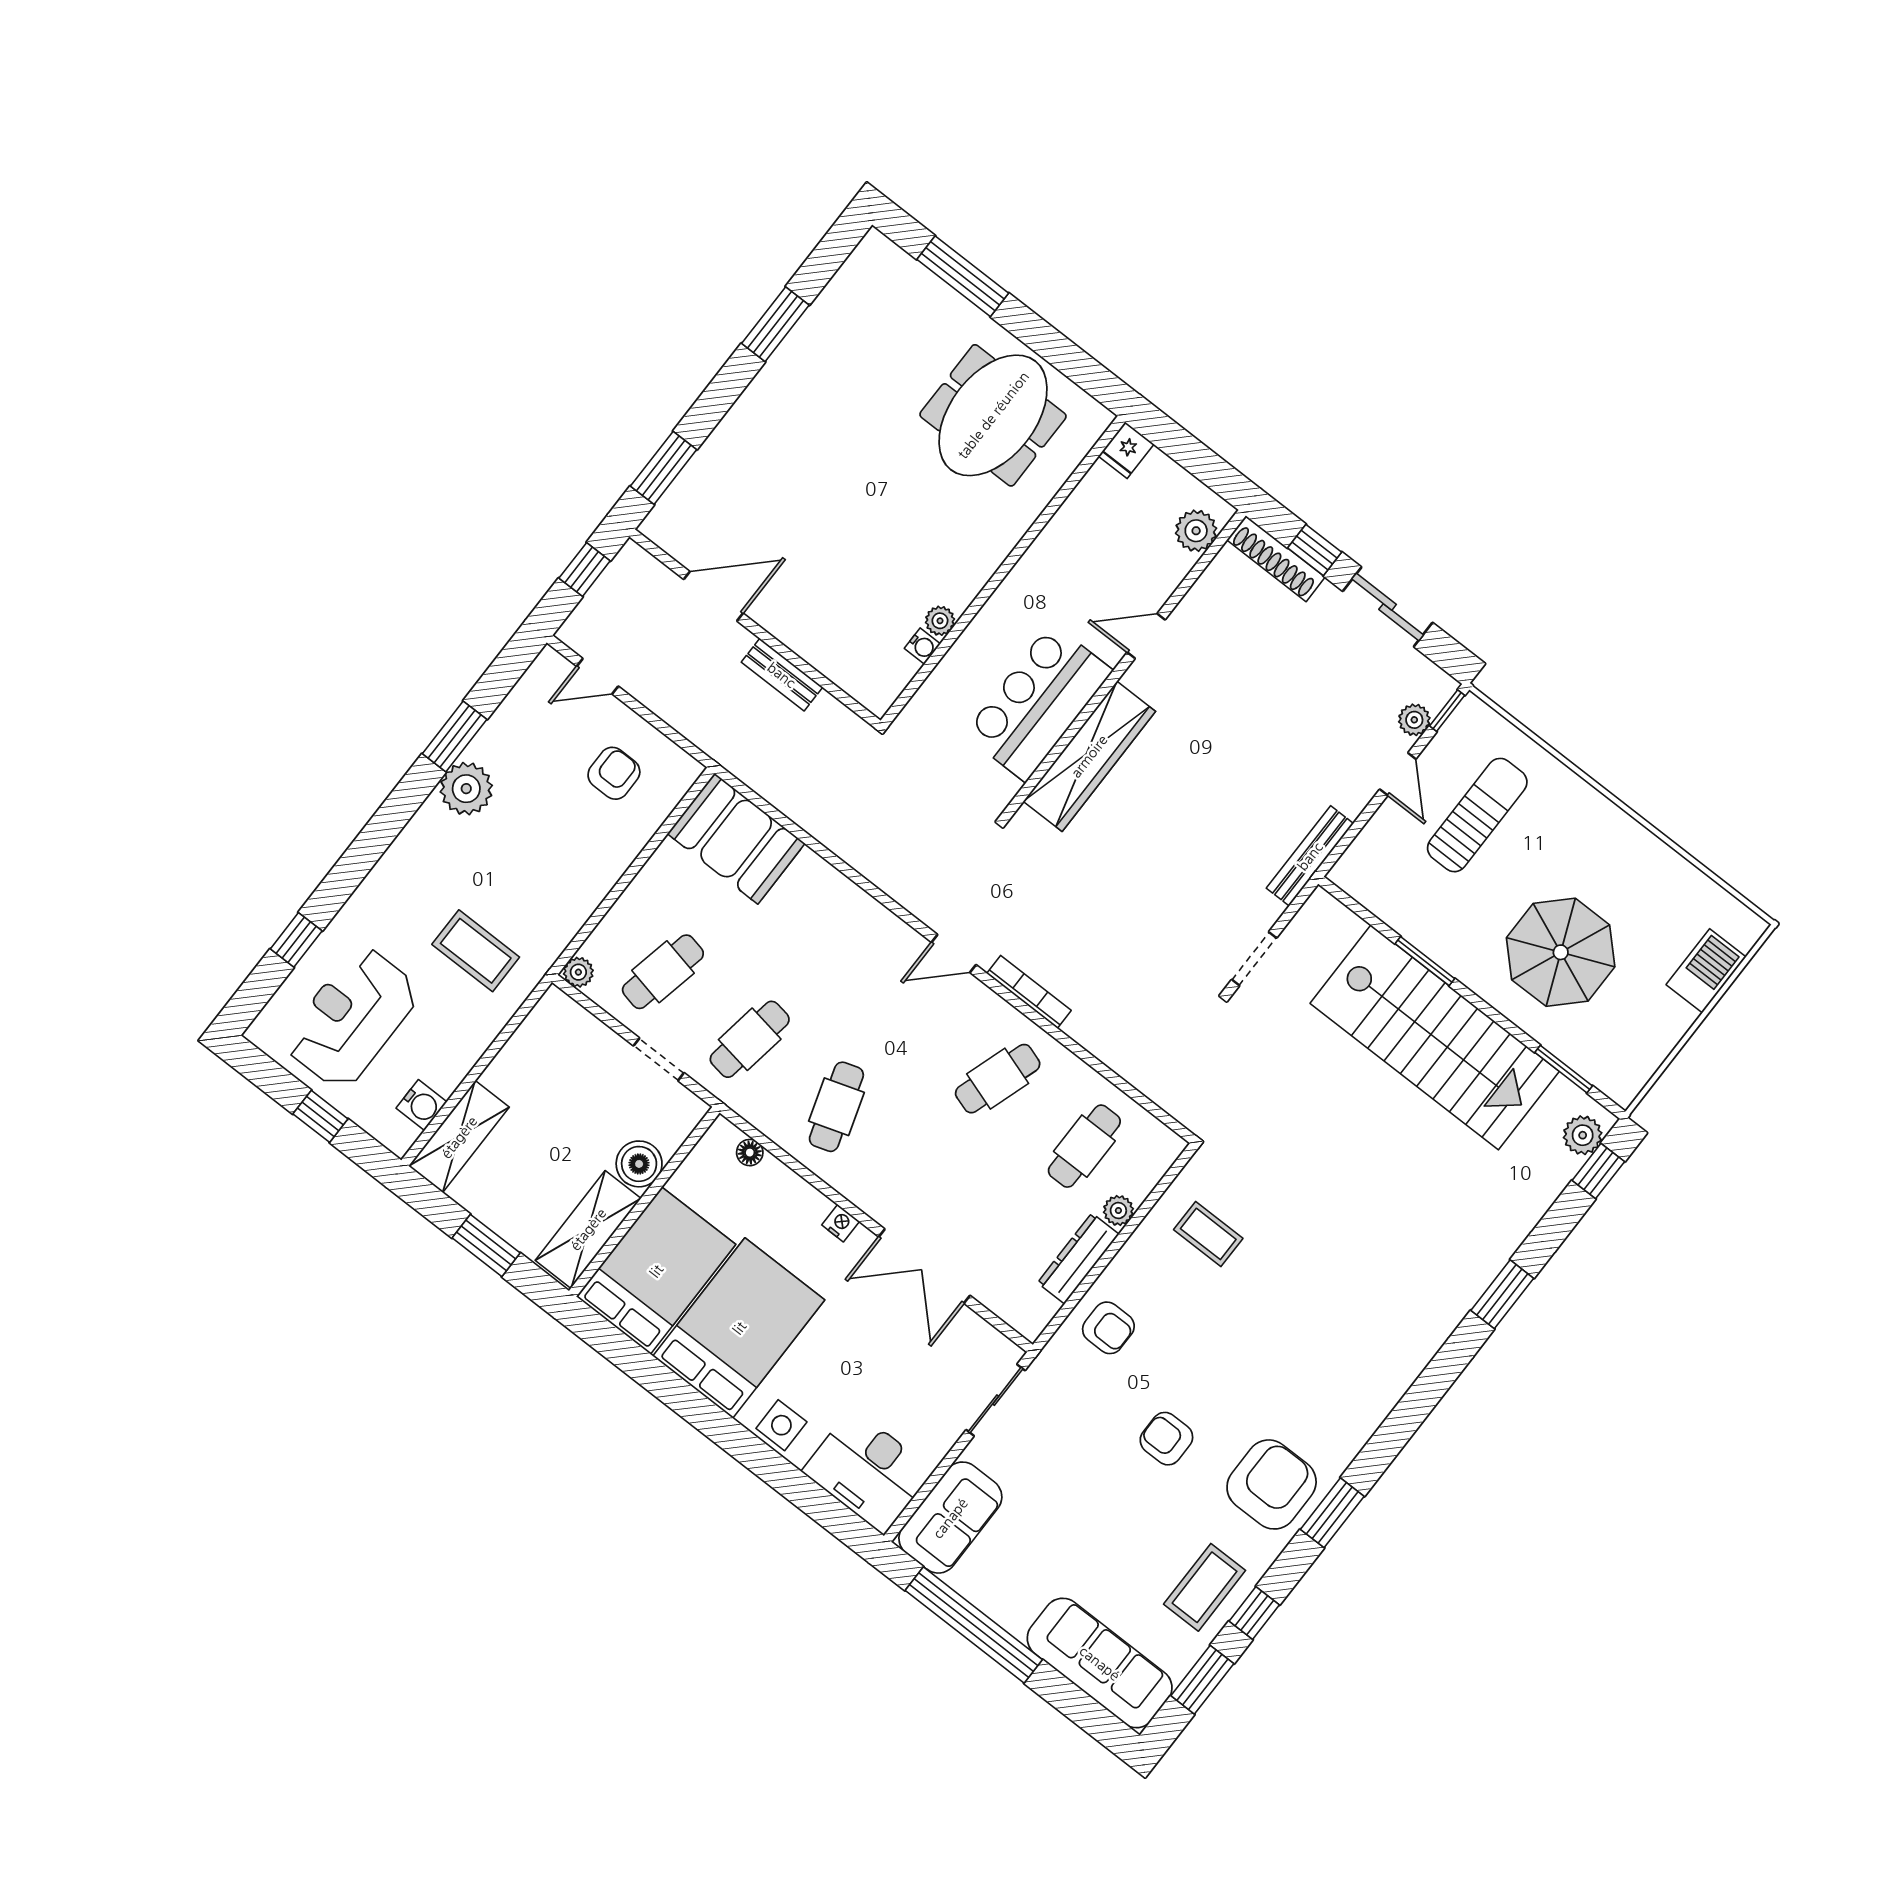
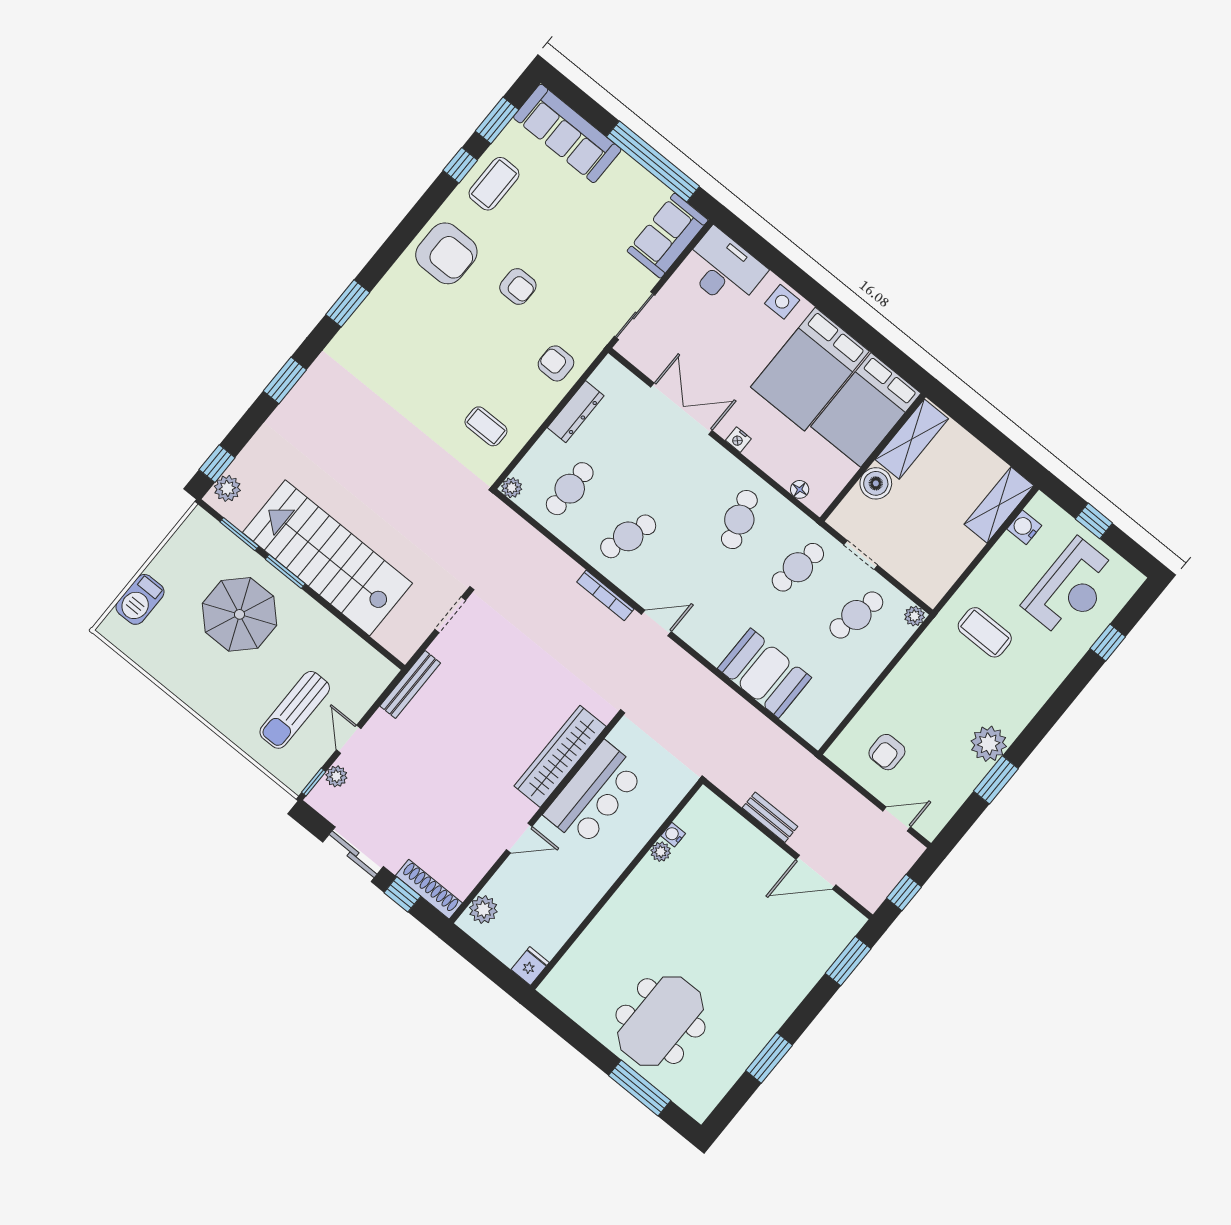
meeting table: (993, 415) -> (660, 1021), moved
booth: (736, 839) -> (765, 673), moved
window: (1425, 961) -> (285, 571), moved
plant: (1118, 1210) -> (512, 488), moved
window: (486, 1245) -> (982, 430), removed
armchair: (1272, 1484) -> (446, 253), turned -90
window: (1332, 1513) -> (348, 303), moved

